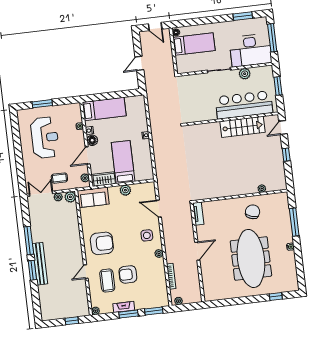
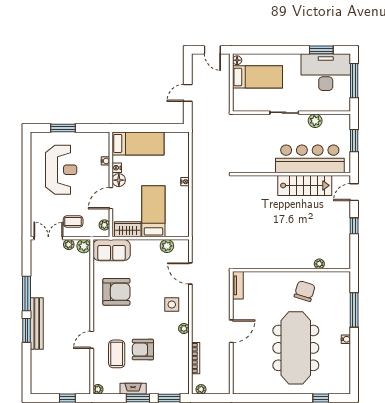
desk: (250, 50) -> (326, 72), moved, turned 180
plant: (125, 190) -> (167, 246), moved
armchair: (102, 243) -> (116, 292), moved

